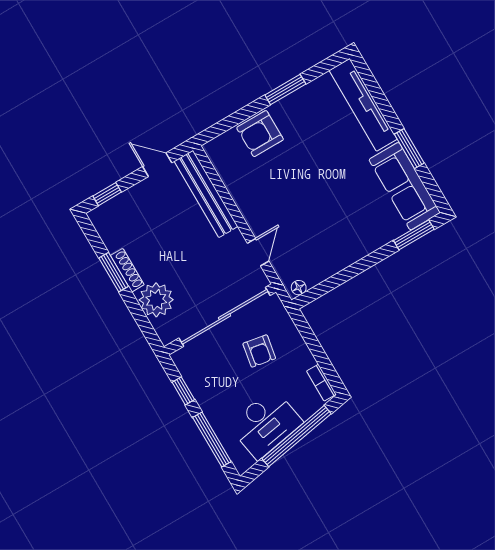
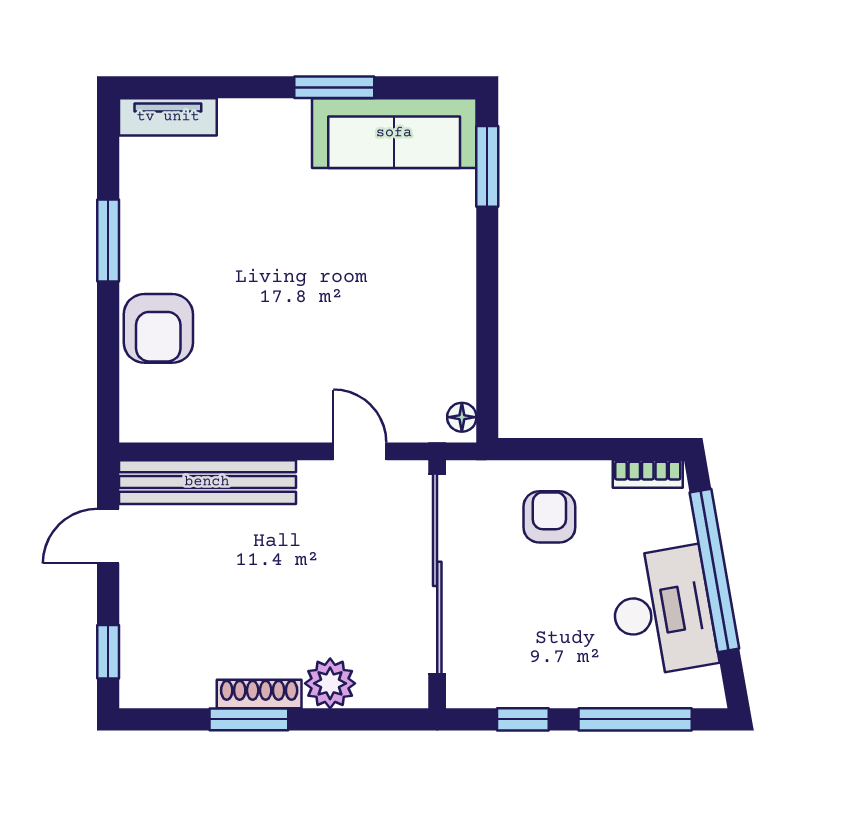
tv unit: (363, 105) -> (168, 117), width x0.52, depth x0.78
plant: (156, 300) -> (330, 683), width x0.73, depth x0.73
armchair: (259, 351) -> (549, 517), moved, turned -100

